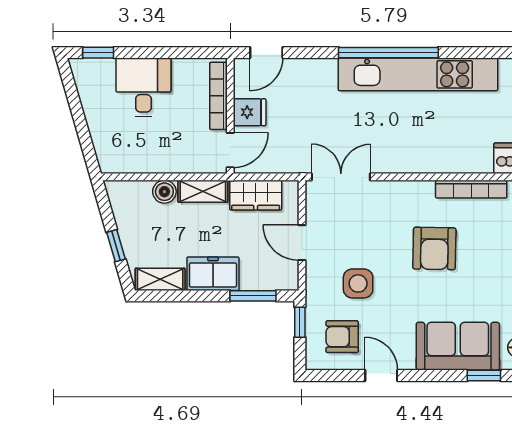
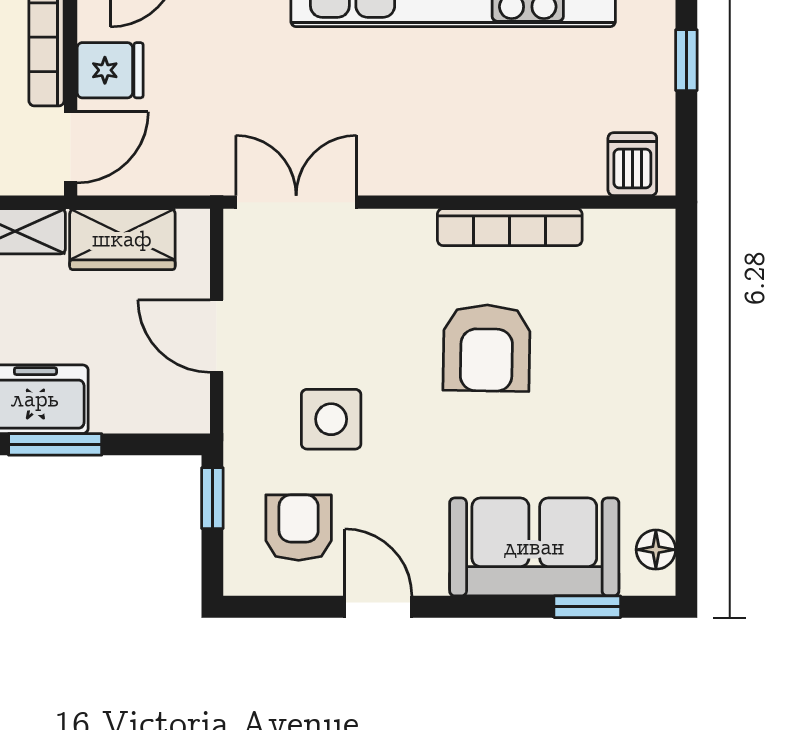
bookcase: (471, 189) -> (510, 227), moved
window: (253, 296) -> (55, 444), moved
armchair: (342, 337) -> (299, 528), turned 90

